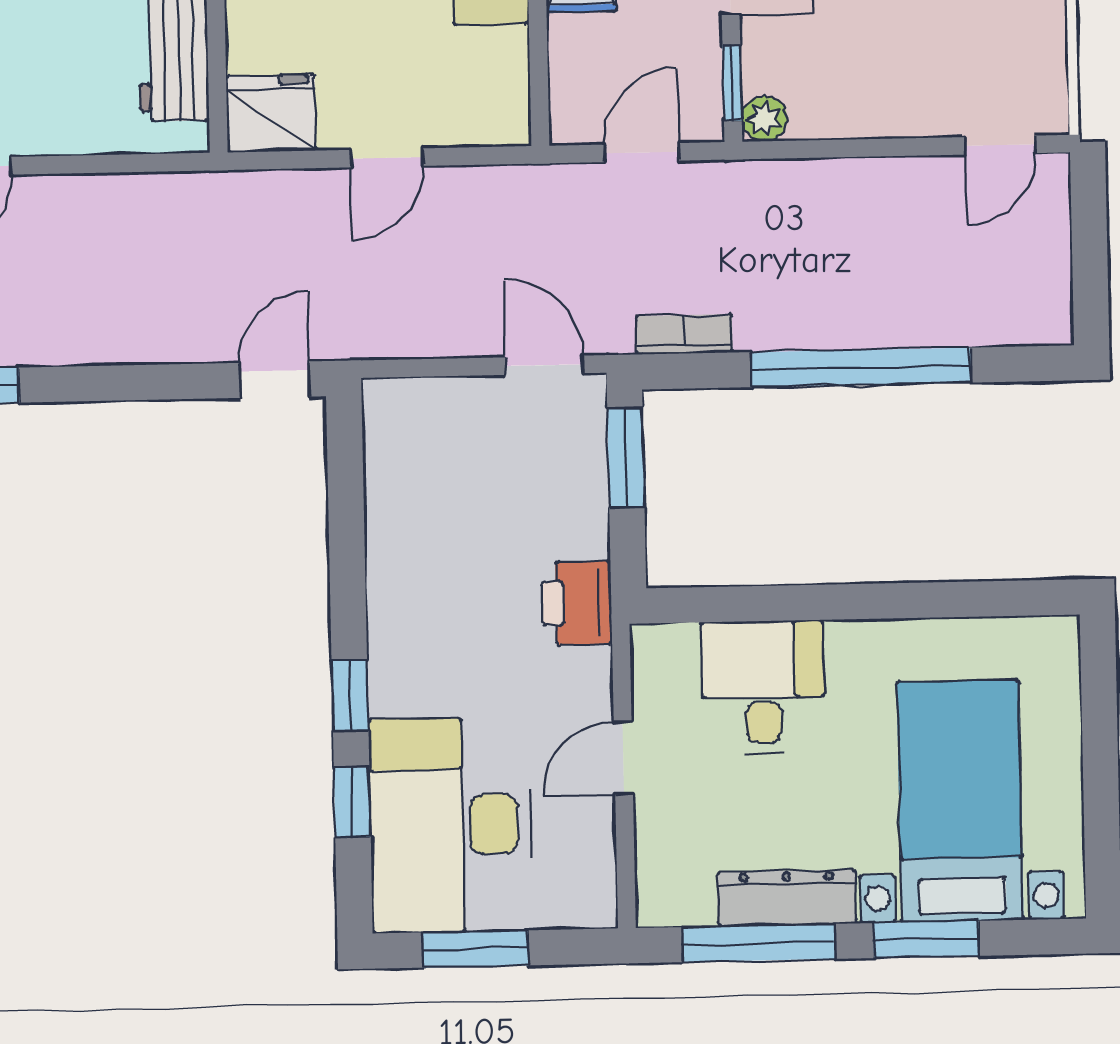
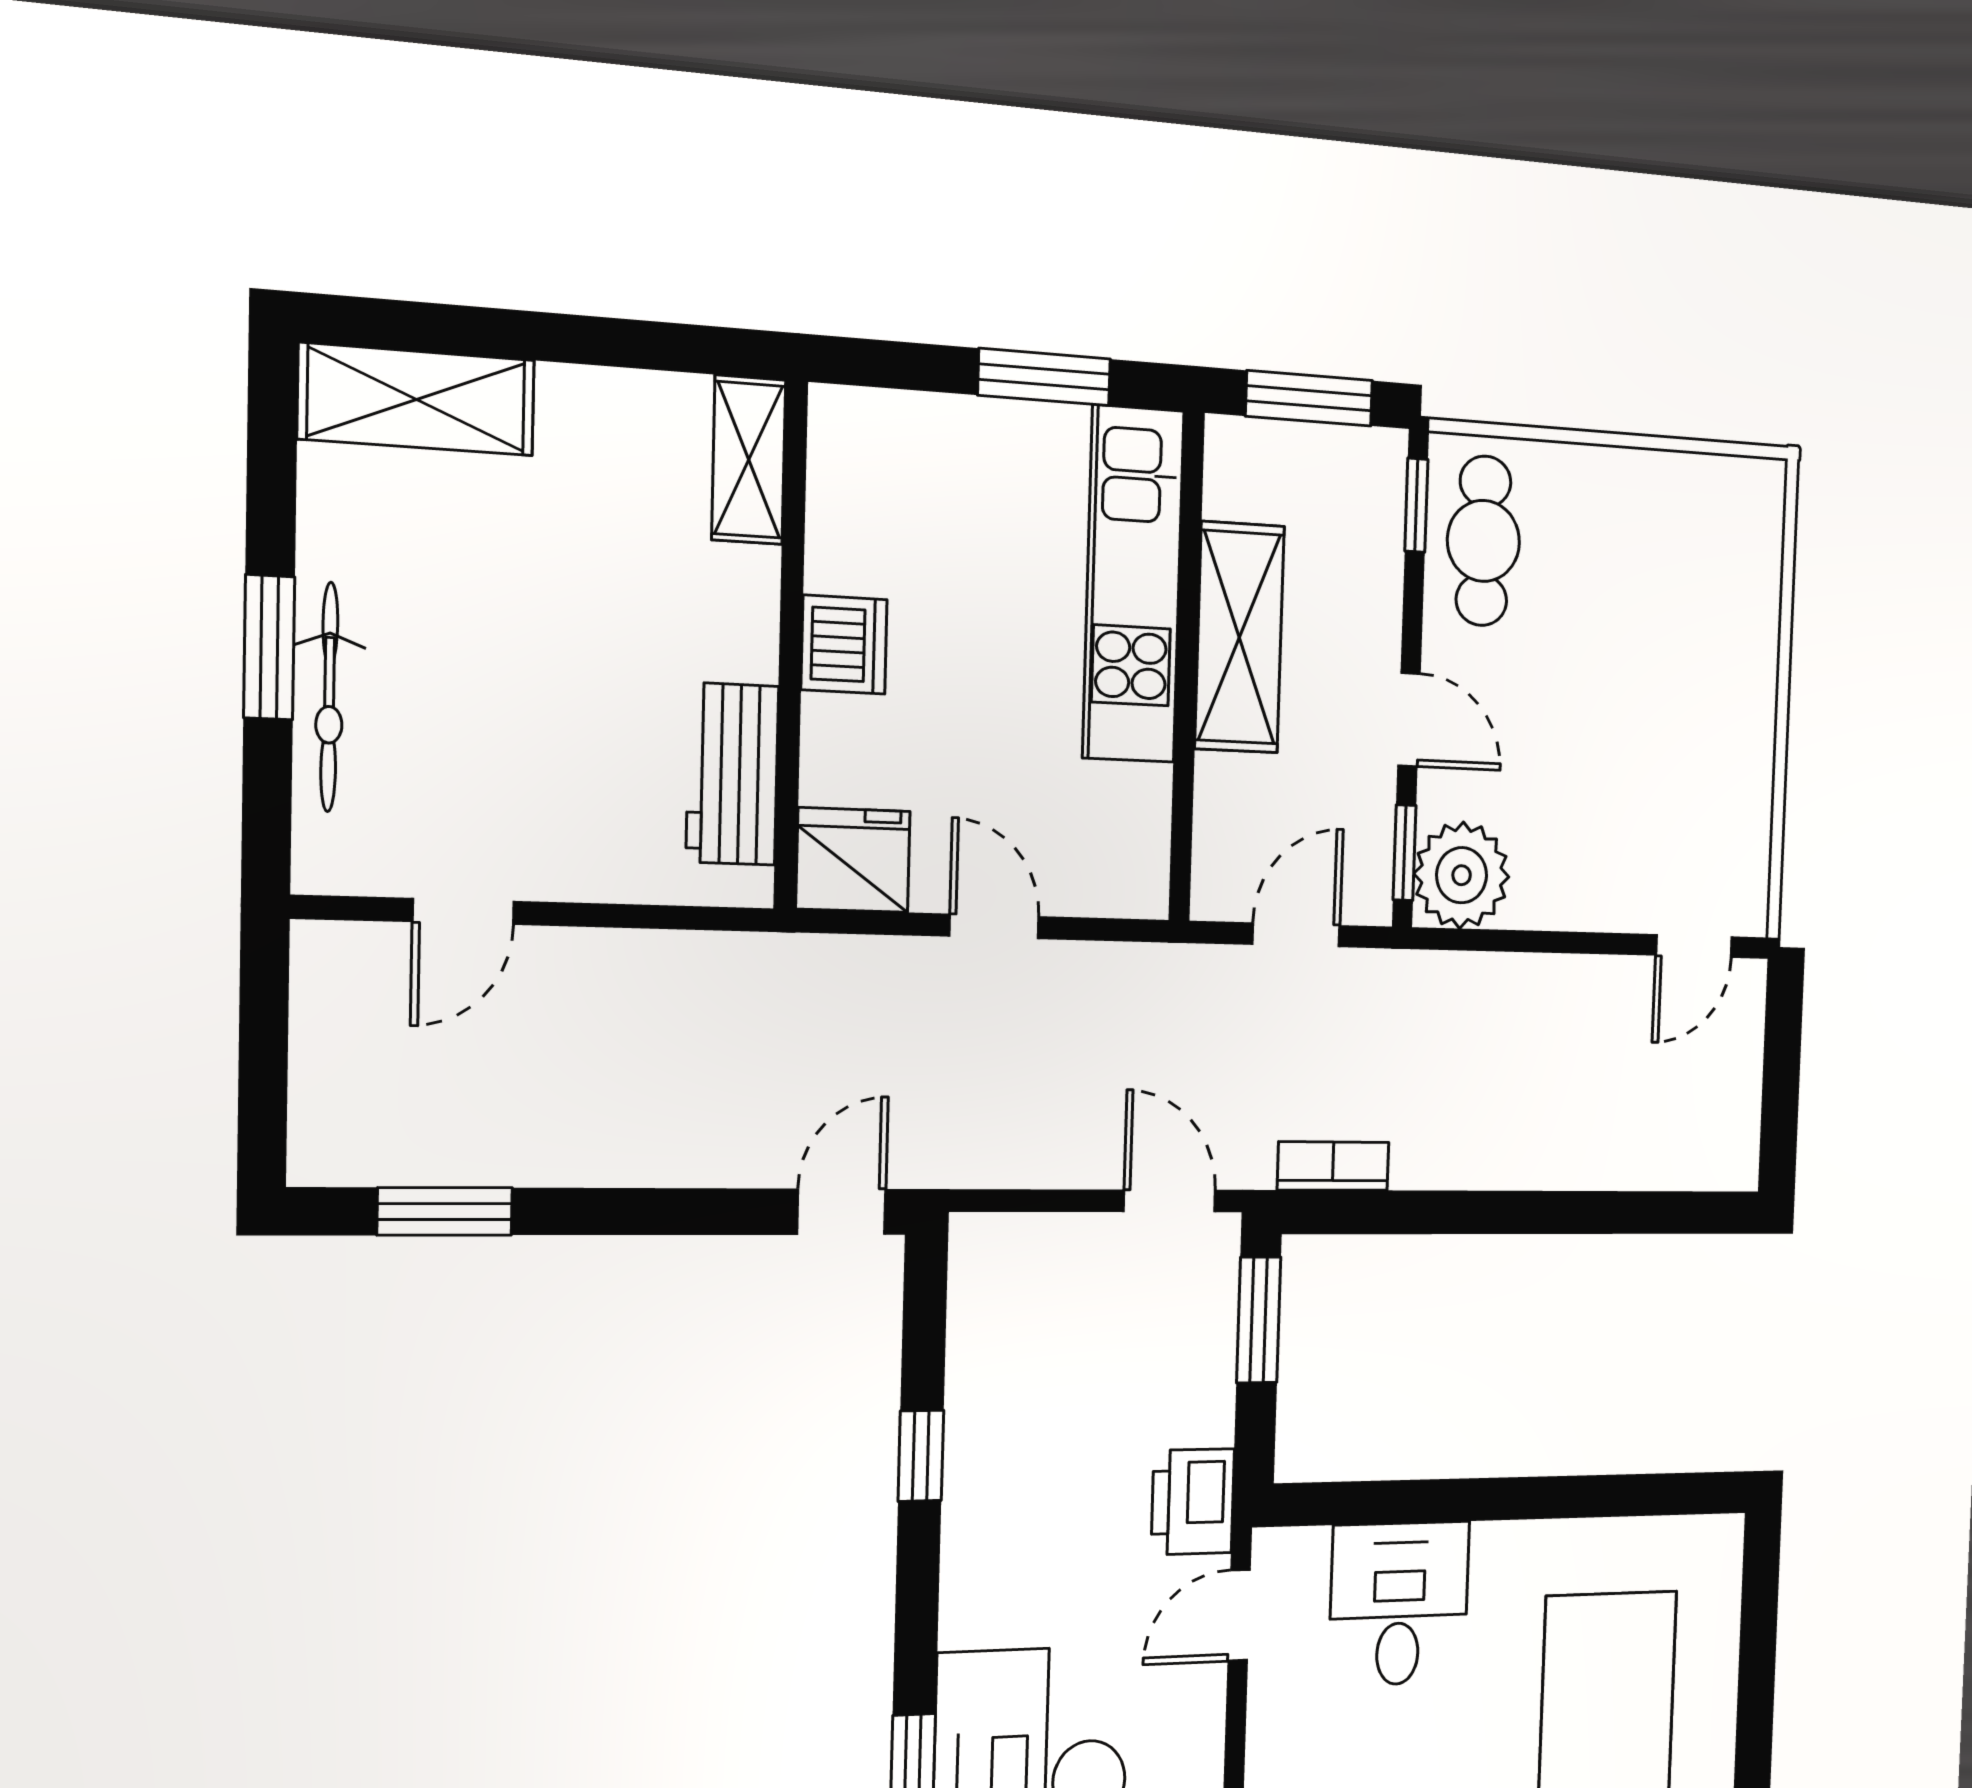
plant: (764, 119) -> (1462, 875), width x1.88, depth x1.88
door: (387, 158) -> (994, 926), swing flipped
window: (861, 367) -> (1529, 1212), removed
window: (350, 696) -> (921, 1456), moved
door: (623, 758) -> (1239, 1615), moved

